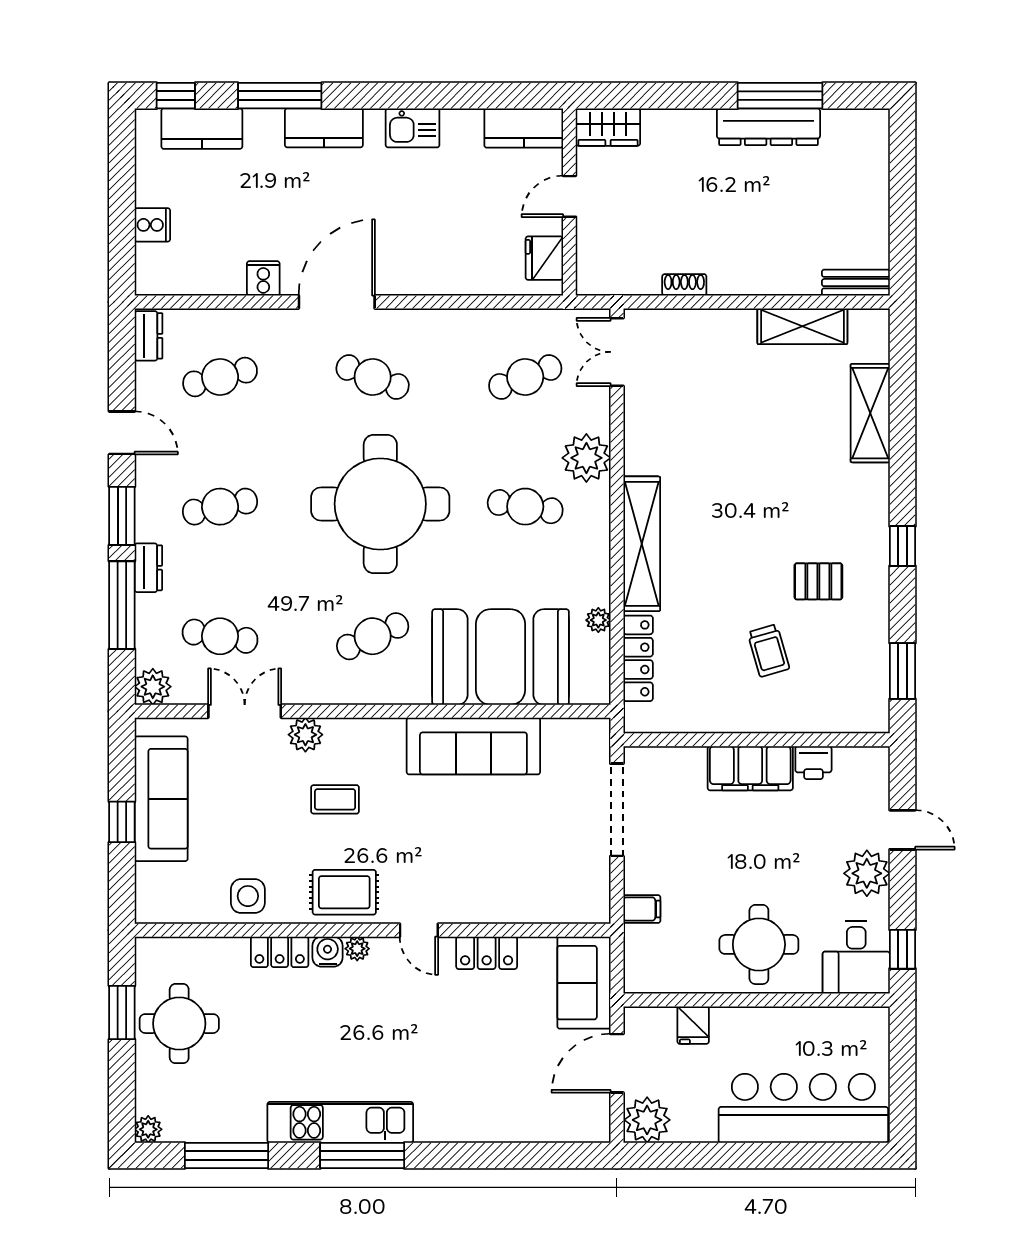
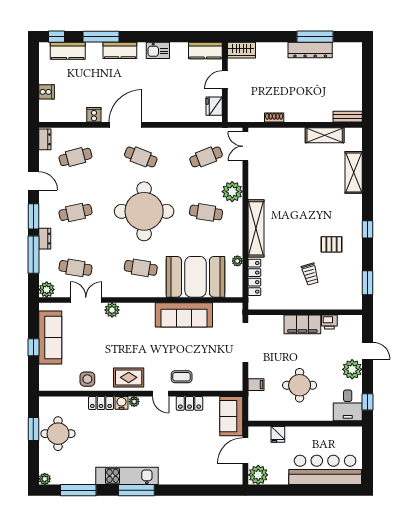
cafe table: (373, 636) -> (141, 268), turned 33
coffee table: (335, 799) -> (182, 377), moved
round table: (759, 944) -> (300, 385), moved

